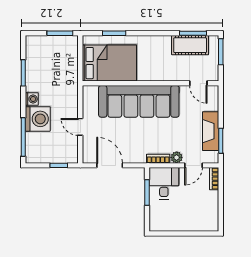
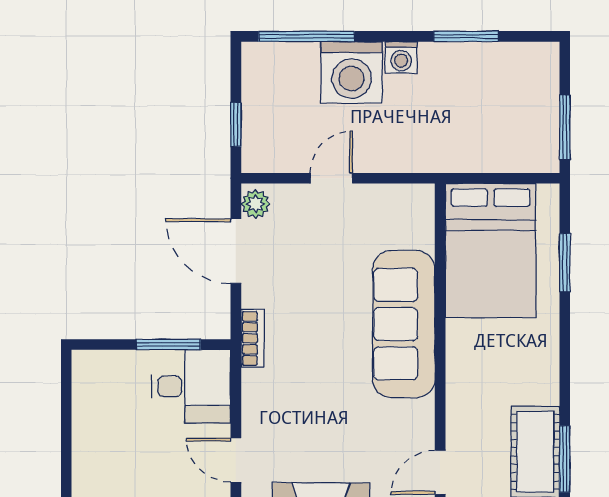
sofa: (139, 101) -> (404, 324), width x0.74, depth x0.79
plant: (177, 157) -> (256, 204), moved
bookcase: (158, 159) -> (253, 338), moved
door: (110, 165) -> (236, 251), swing flipped

